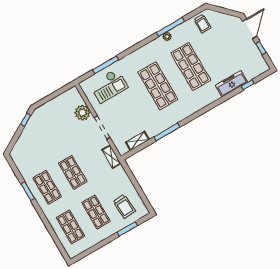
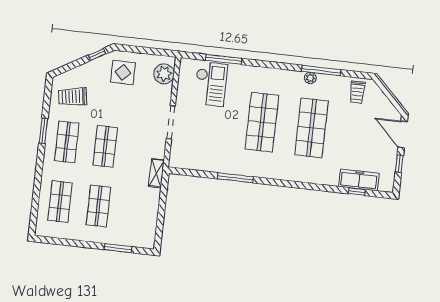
door: (250, 29) -> (403, 134), swing flipped
freezer: (232, 84) -> (359, 180), moved
checkout: (109, 86) -> (211, 84), turned -90
plant: (82, 113) -> (164, 74), moved
display table: (50, 119) -> (123, 72), added
shelving: (137, 141) -> (197, 164), removed
shelving: (111, 157) -> (156, 173), moved
trolley: (124, 206) -> (73, 97), moved, turned 85

